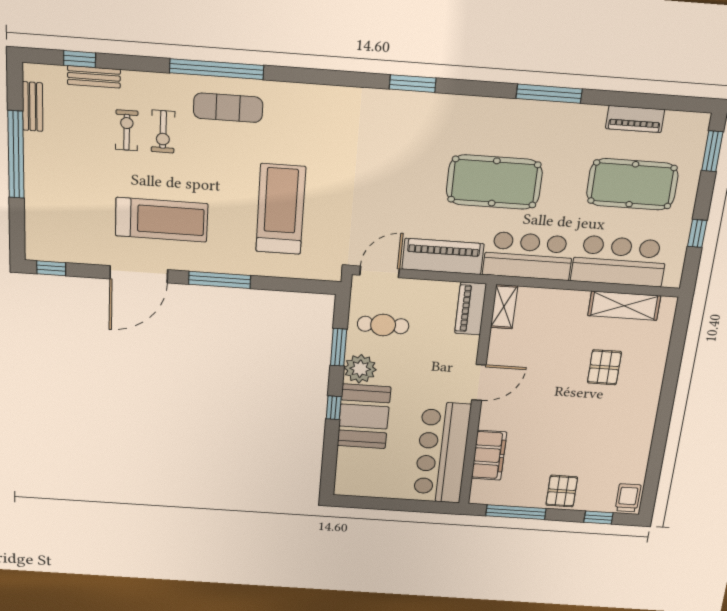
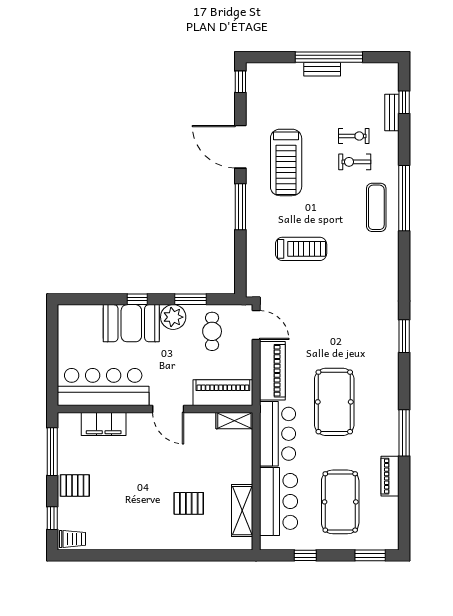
bench: (33, 107) -> (322, 69), moved
piano: (635, 119) -> (390, 476), moved
treadmill: (281, 209) -> (301, 249), width x0.73, depth x0.73
piano: (471, 309) -> (223, 393), width x1.37, depth x1.33

